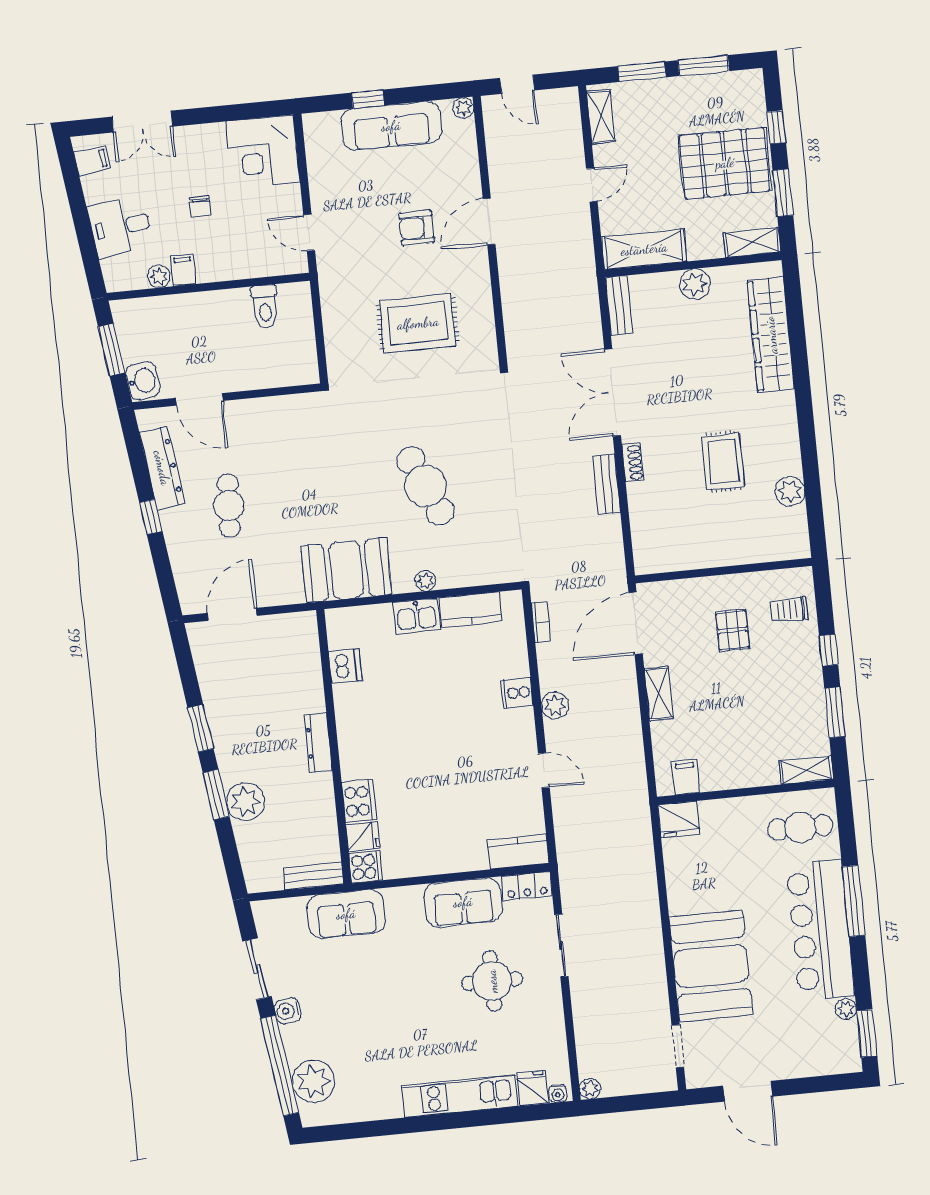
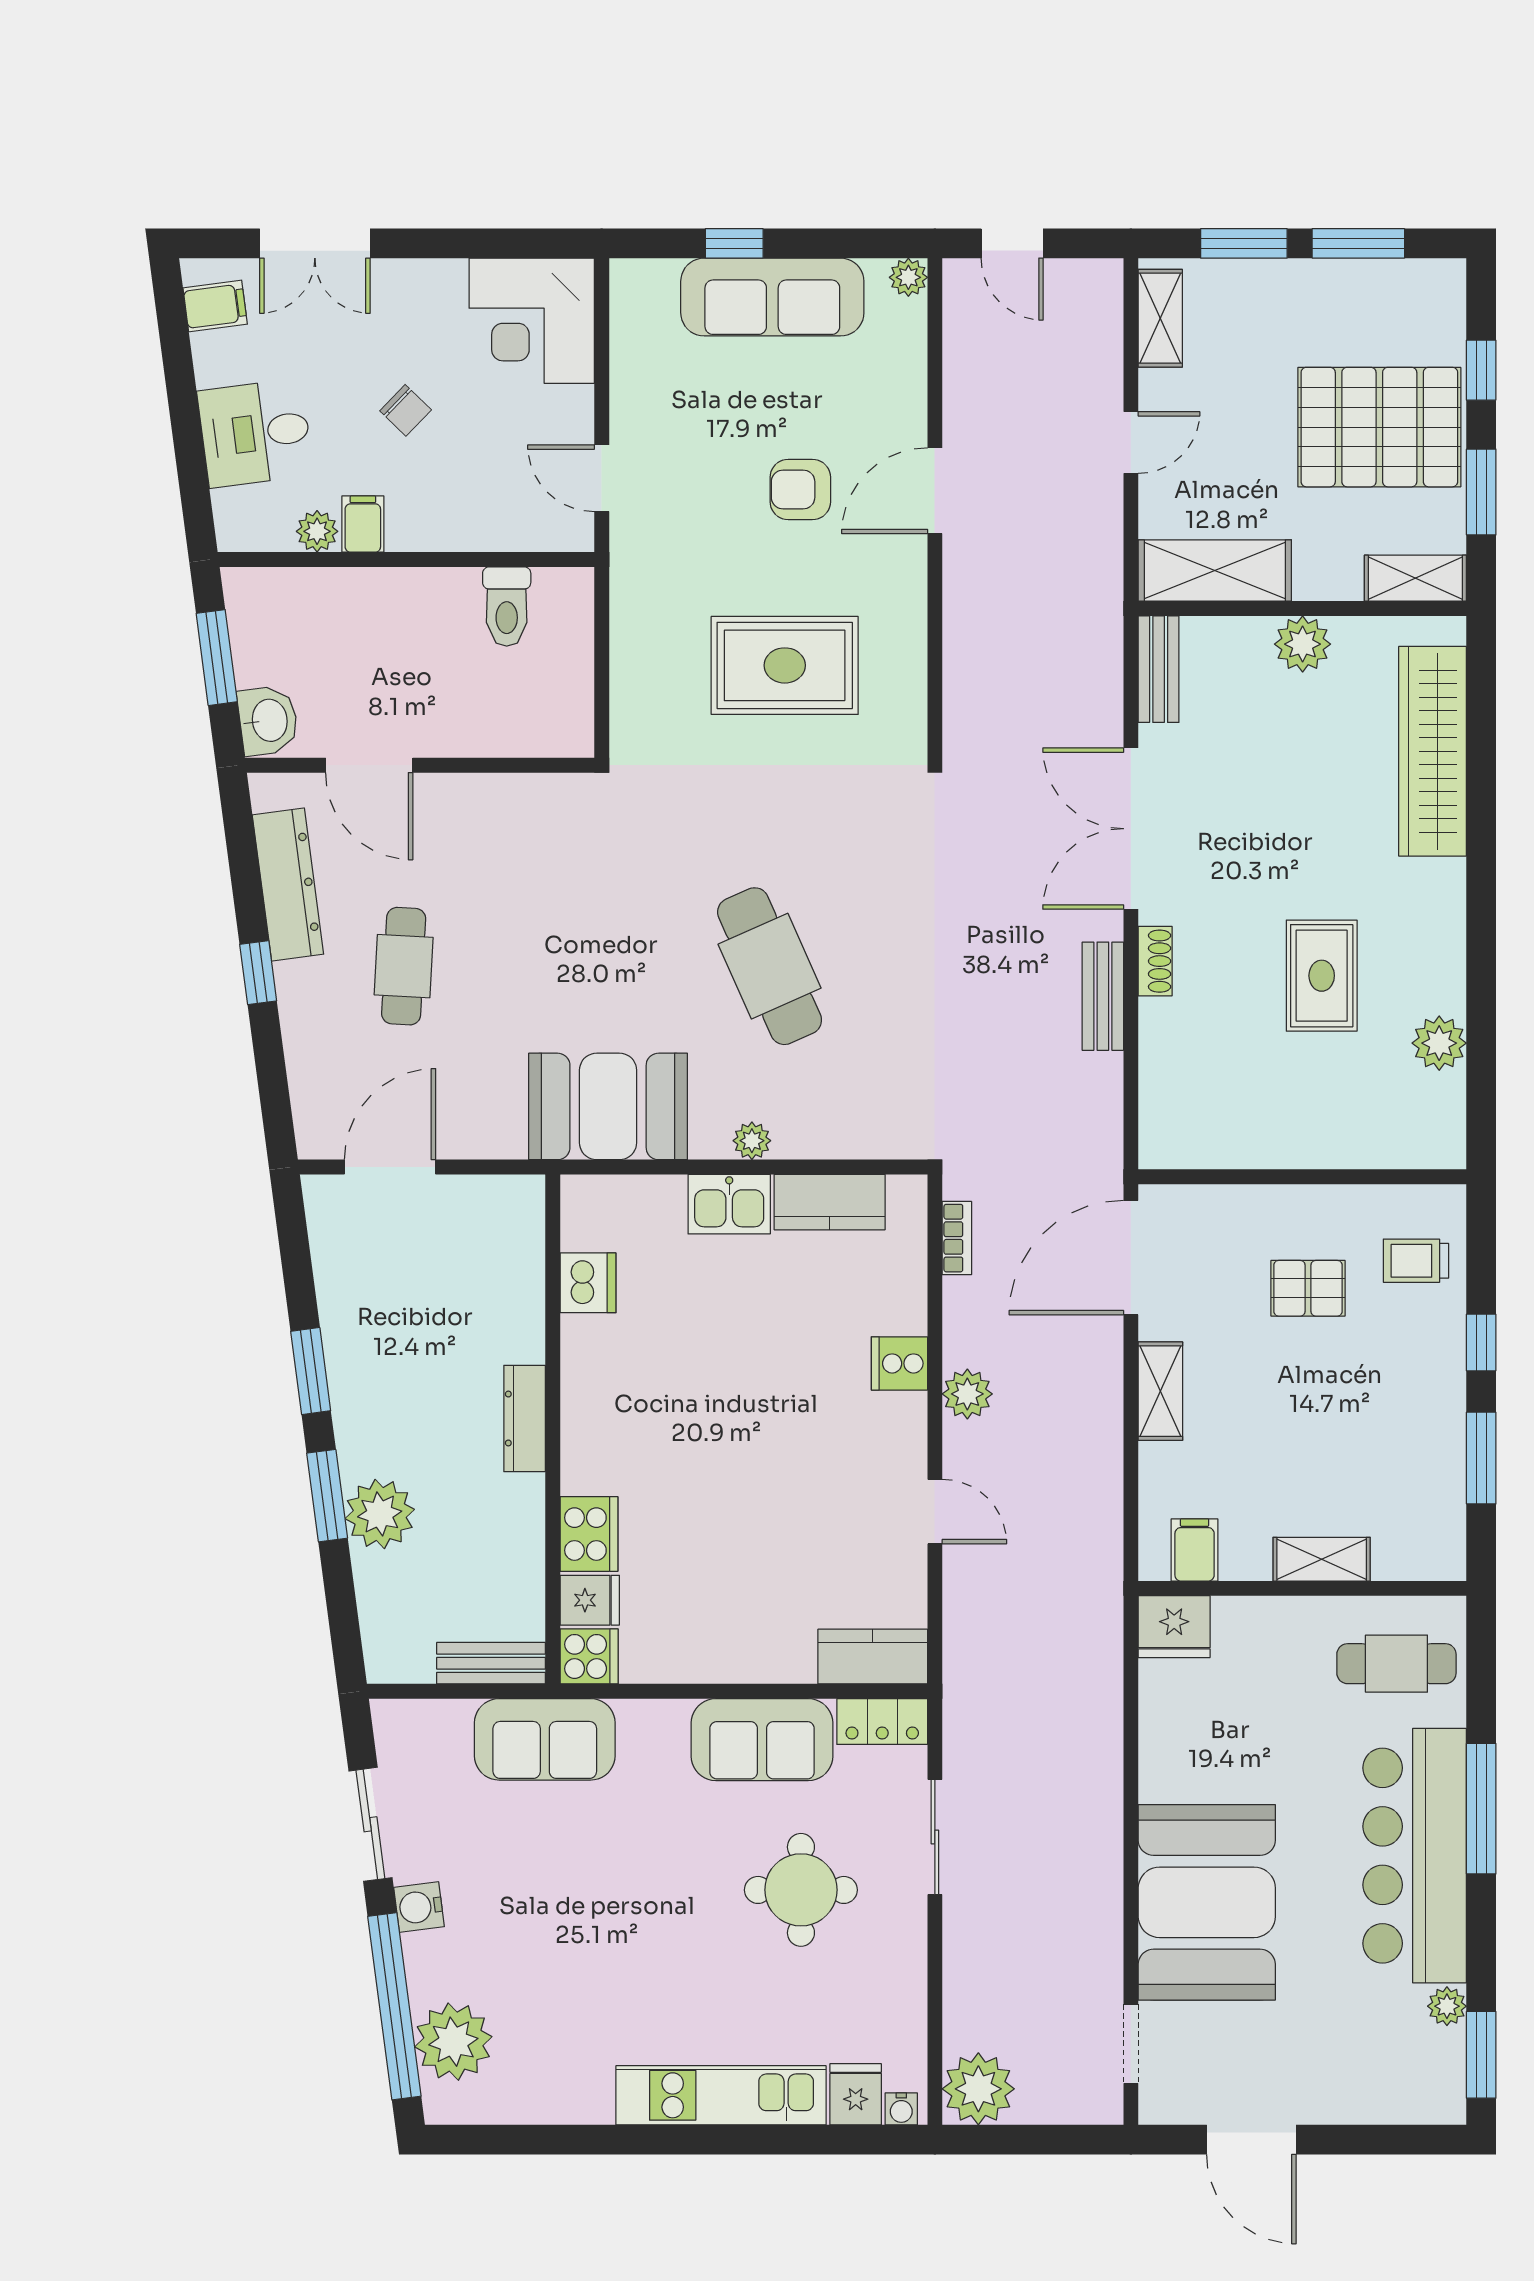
chair: (200, 207) -> (406, 410), turned -46
pallet: (733, 630) -> (1308, 1288), turned 90
shelving: (806, 770) -> (1322, 1559), moved
plant: (590, 1089) -> (978, 2089), width x1.88, depth x1.88

